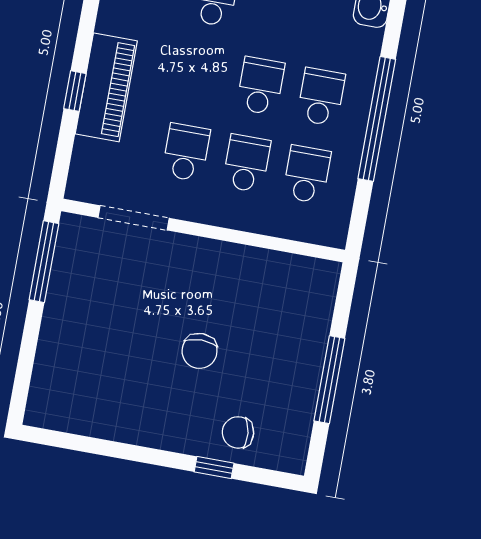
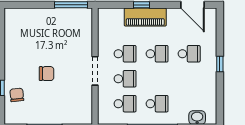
school desk: (261, 86) -> (157, 54), moved
doorway: (134, 218) -> (95, 71), moved
chair: (200, 351) -> (47, 74), turned 180

